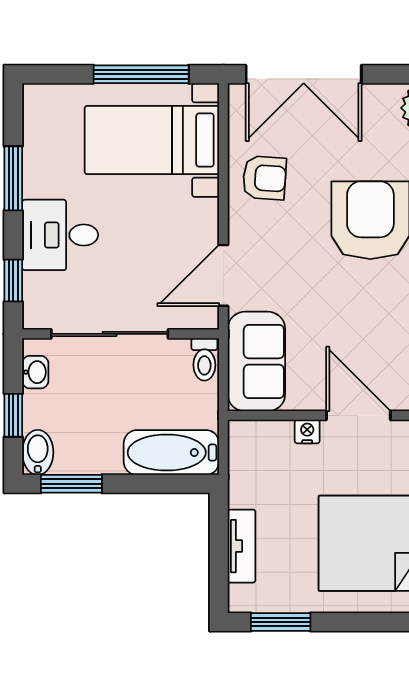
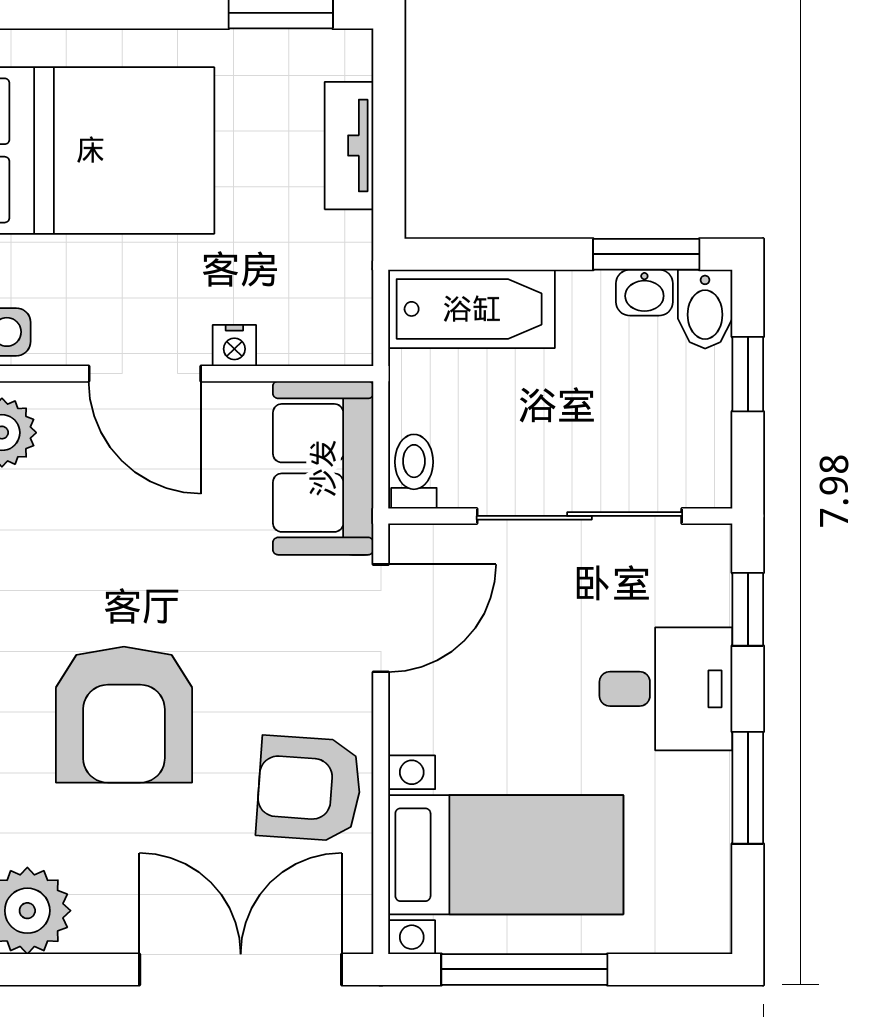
armchair: (264, 178) -> (309, 789), width x1.38, depth x1.38
washbasin: (35, 372) -> (644, 293), moved, turned -90

